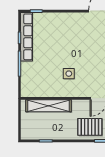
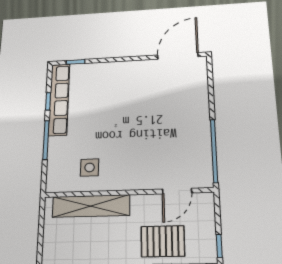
side table: (69, 74) -> (90, 167), moved

